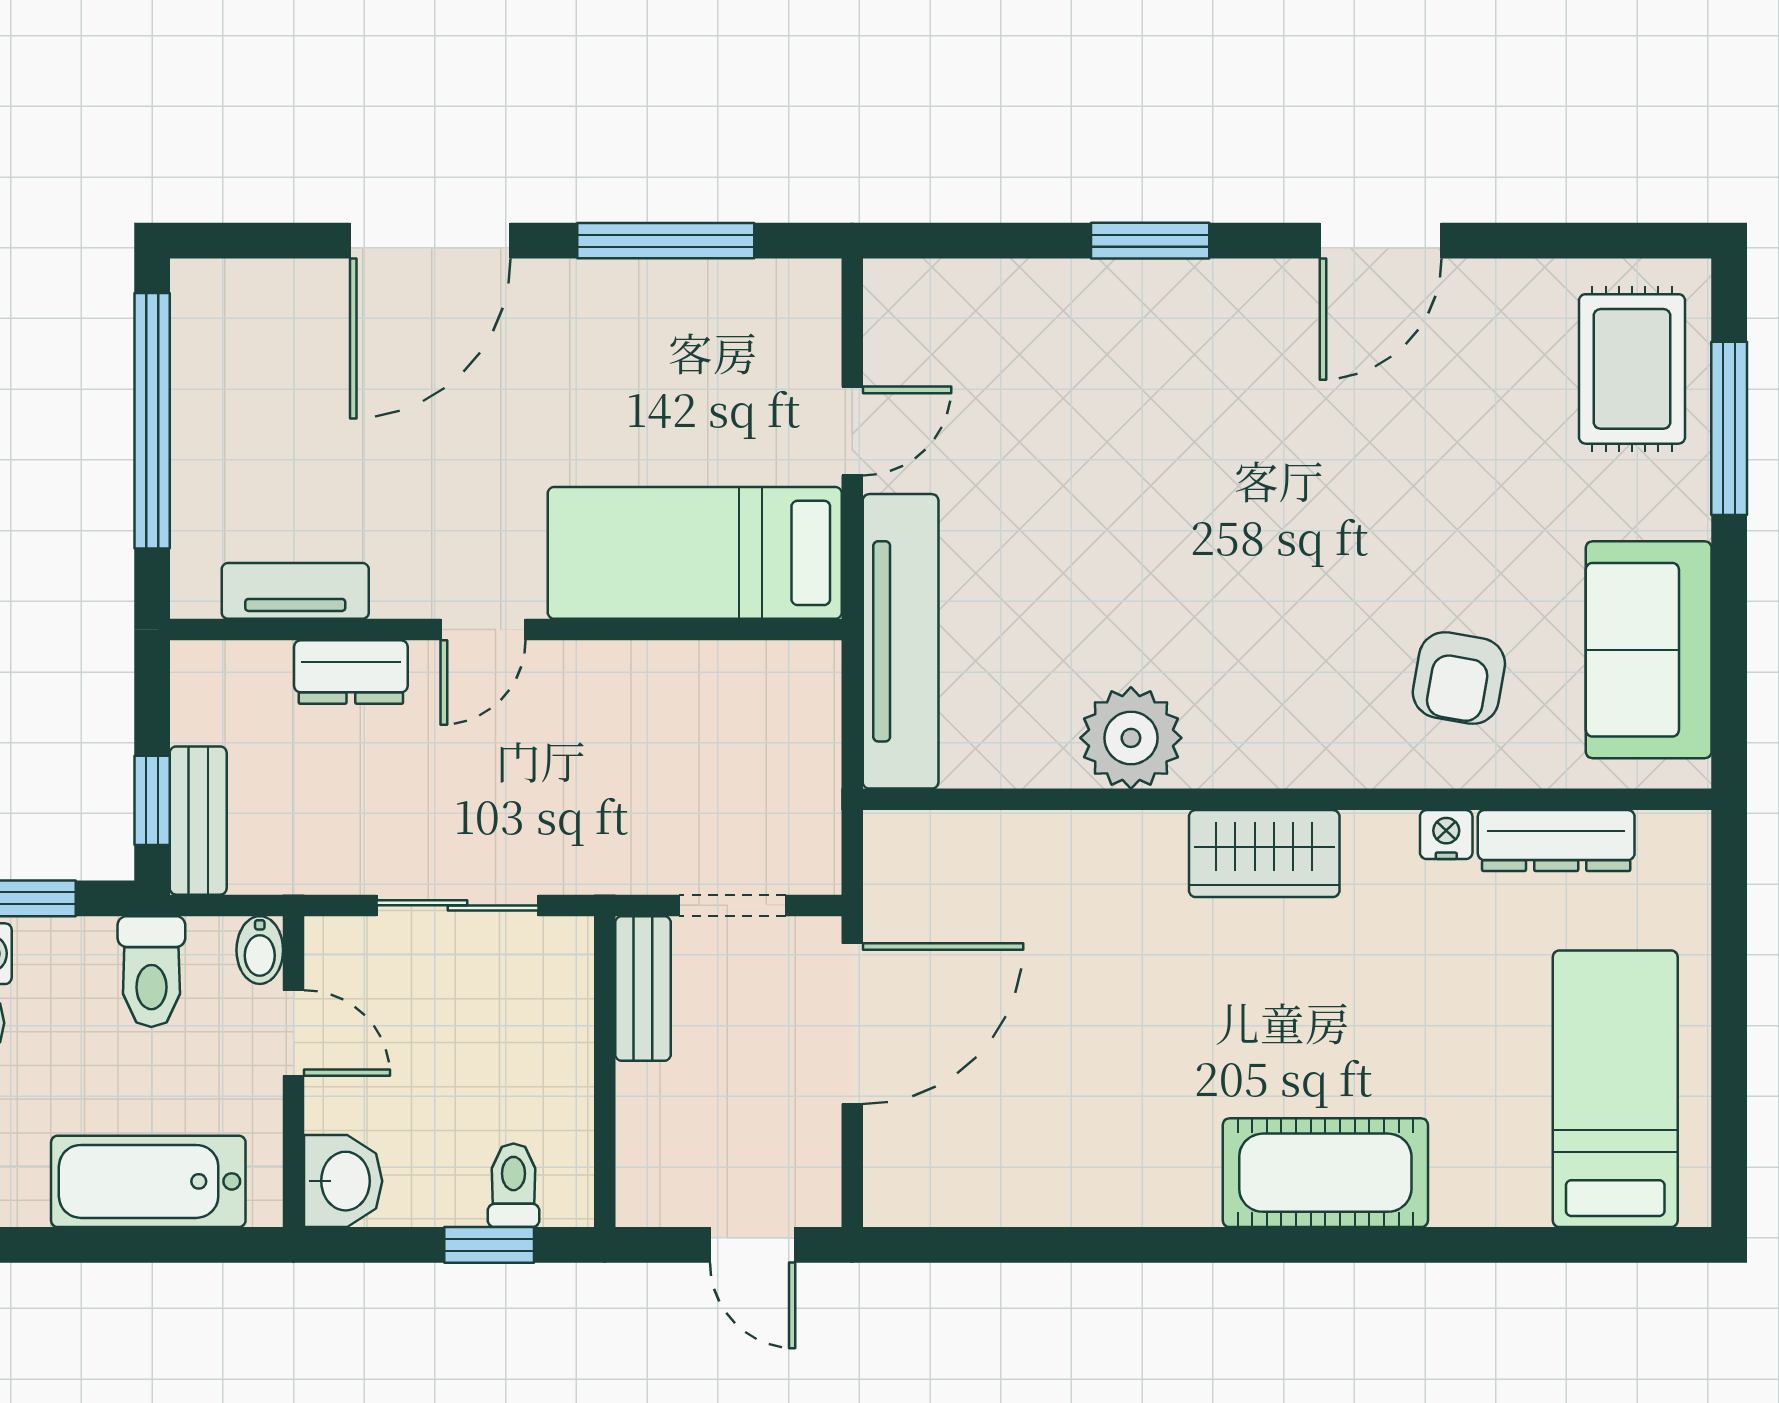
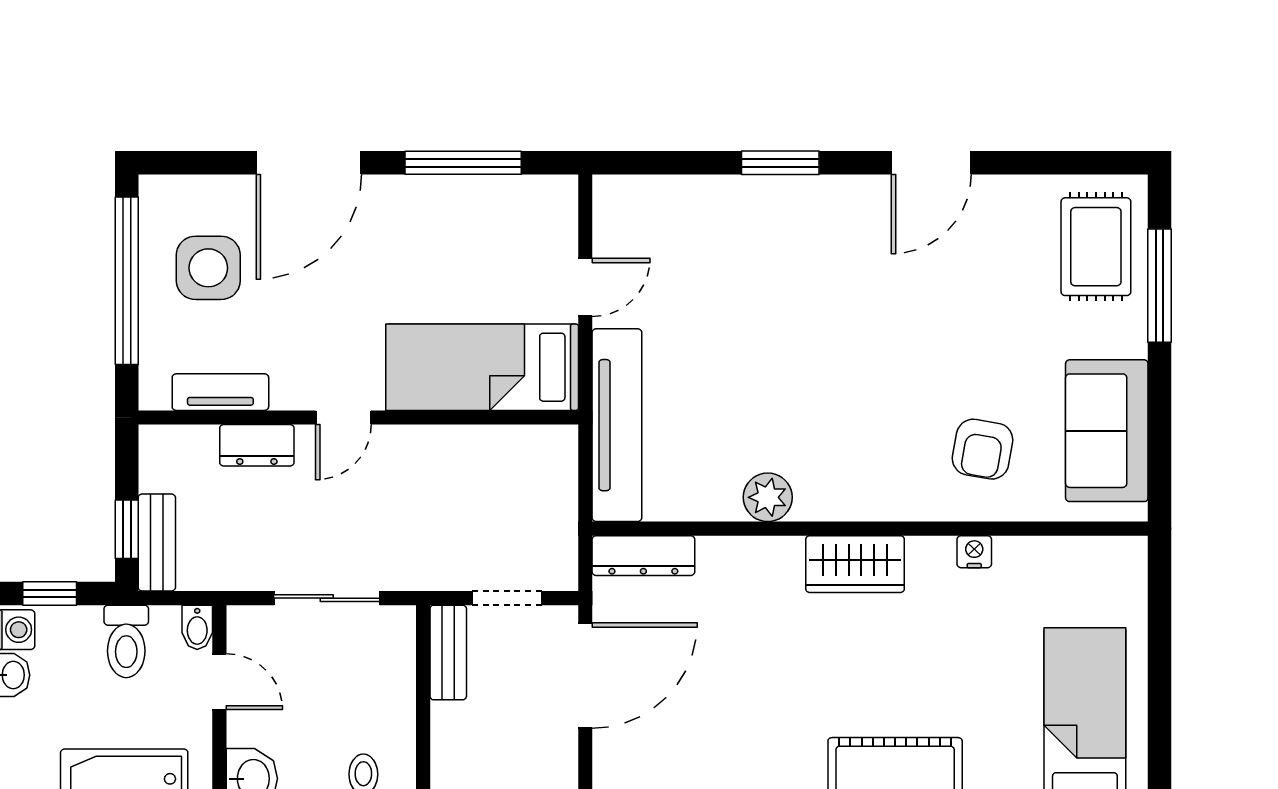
side table: (277, 401) -> (208, 268), added
plant: (1131, 738) -> (768, 497), width x0.73, depth x0.73
dresser: (1556, 841) -> (643, 556), moved

